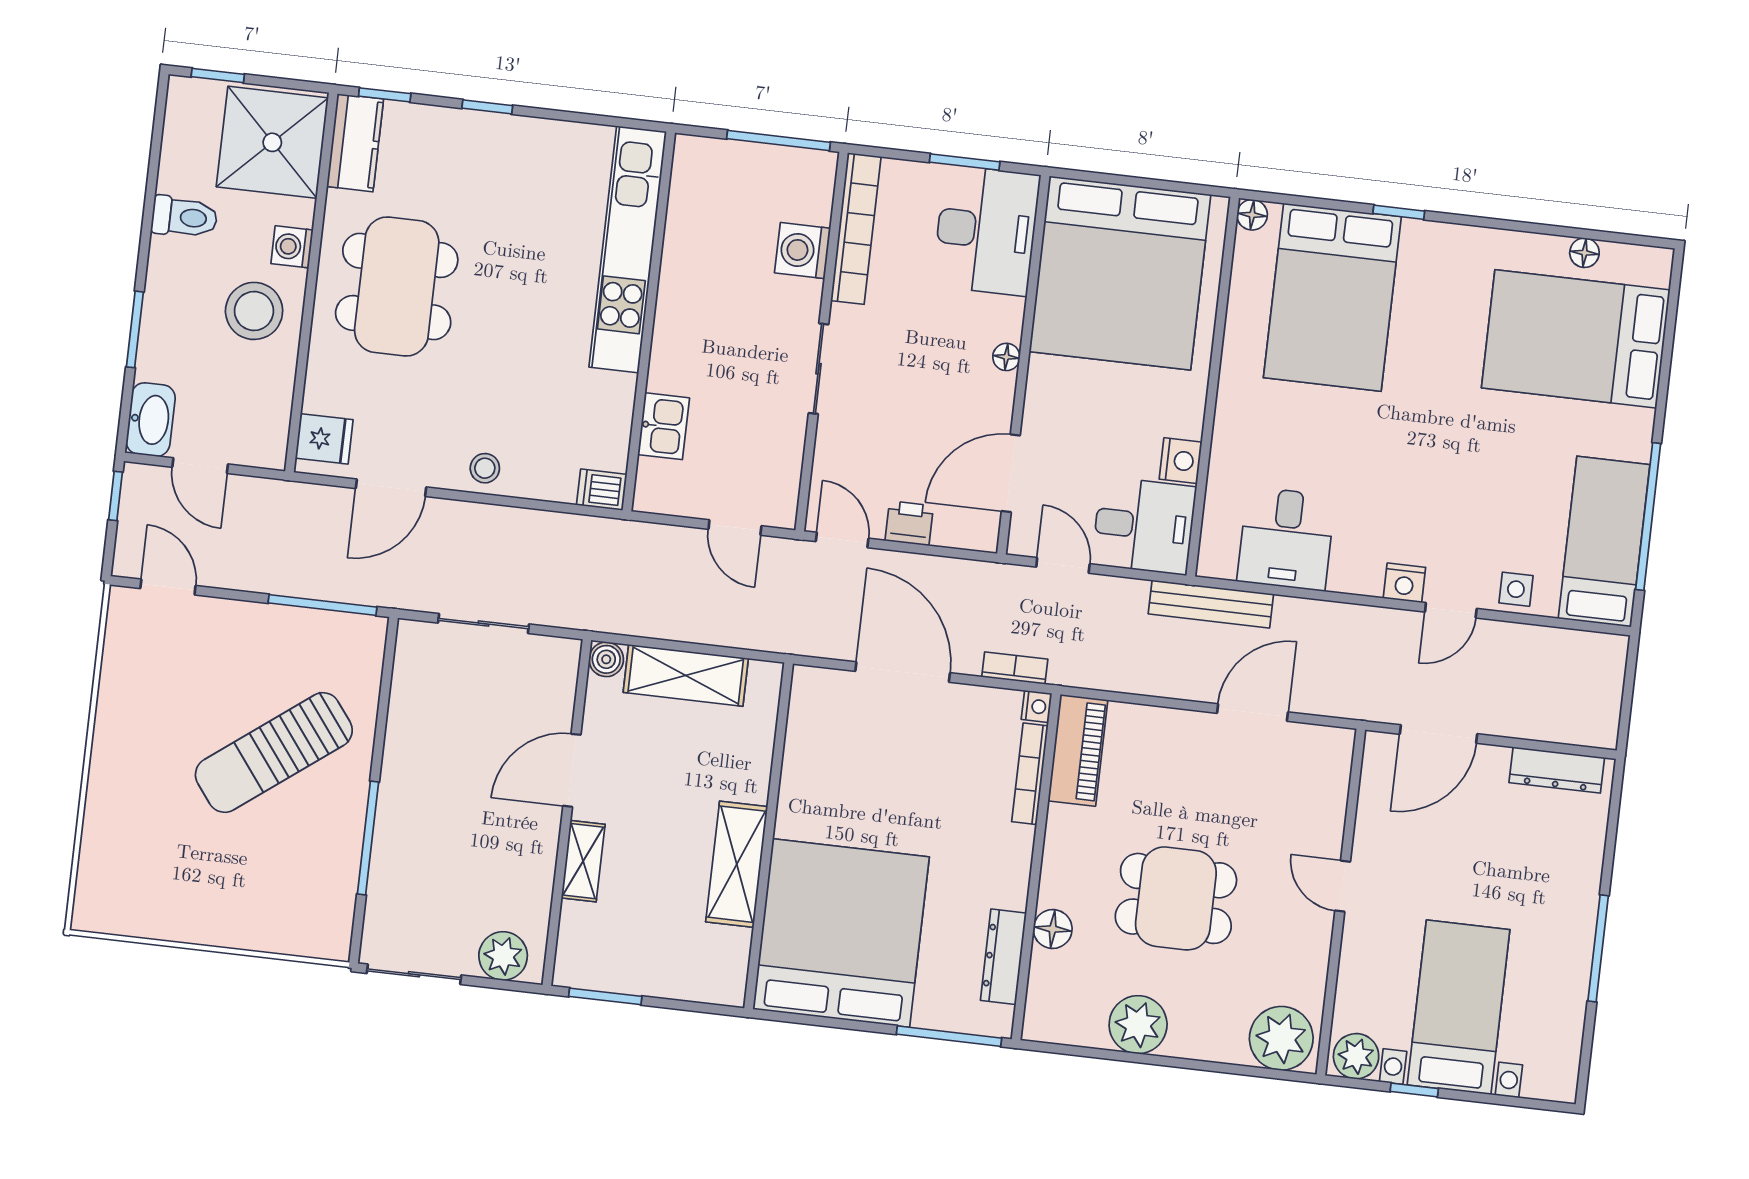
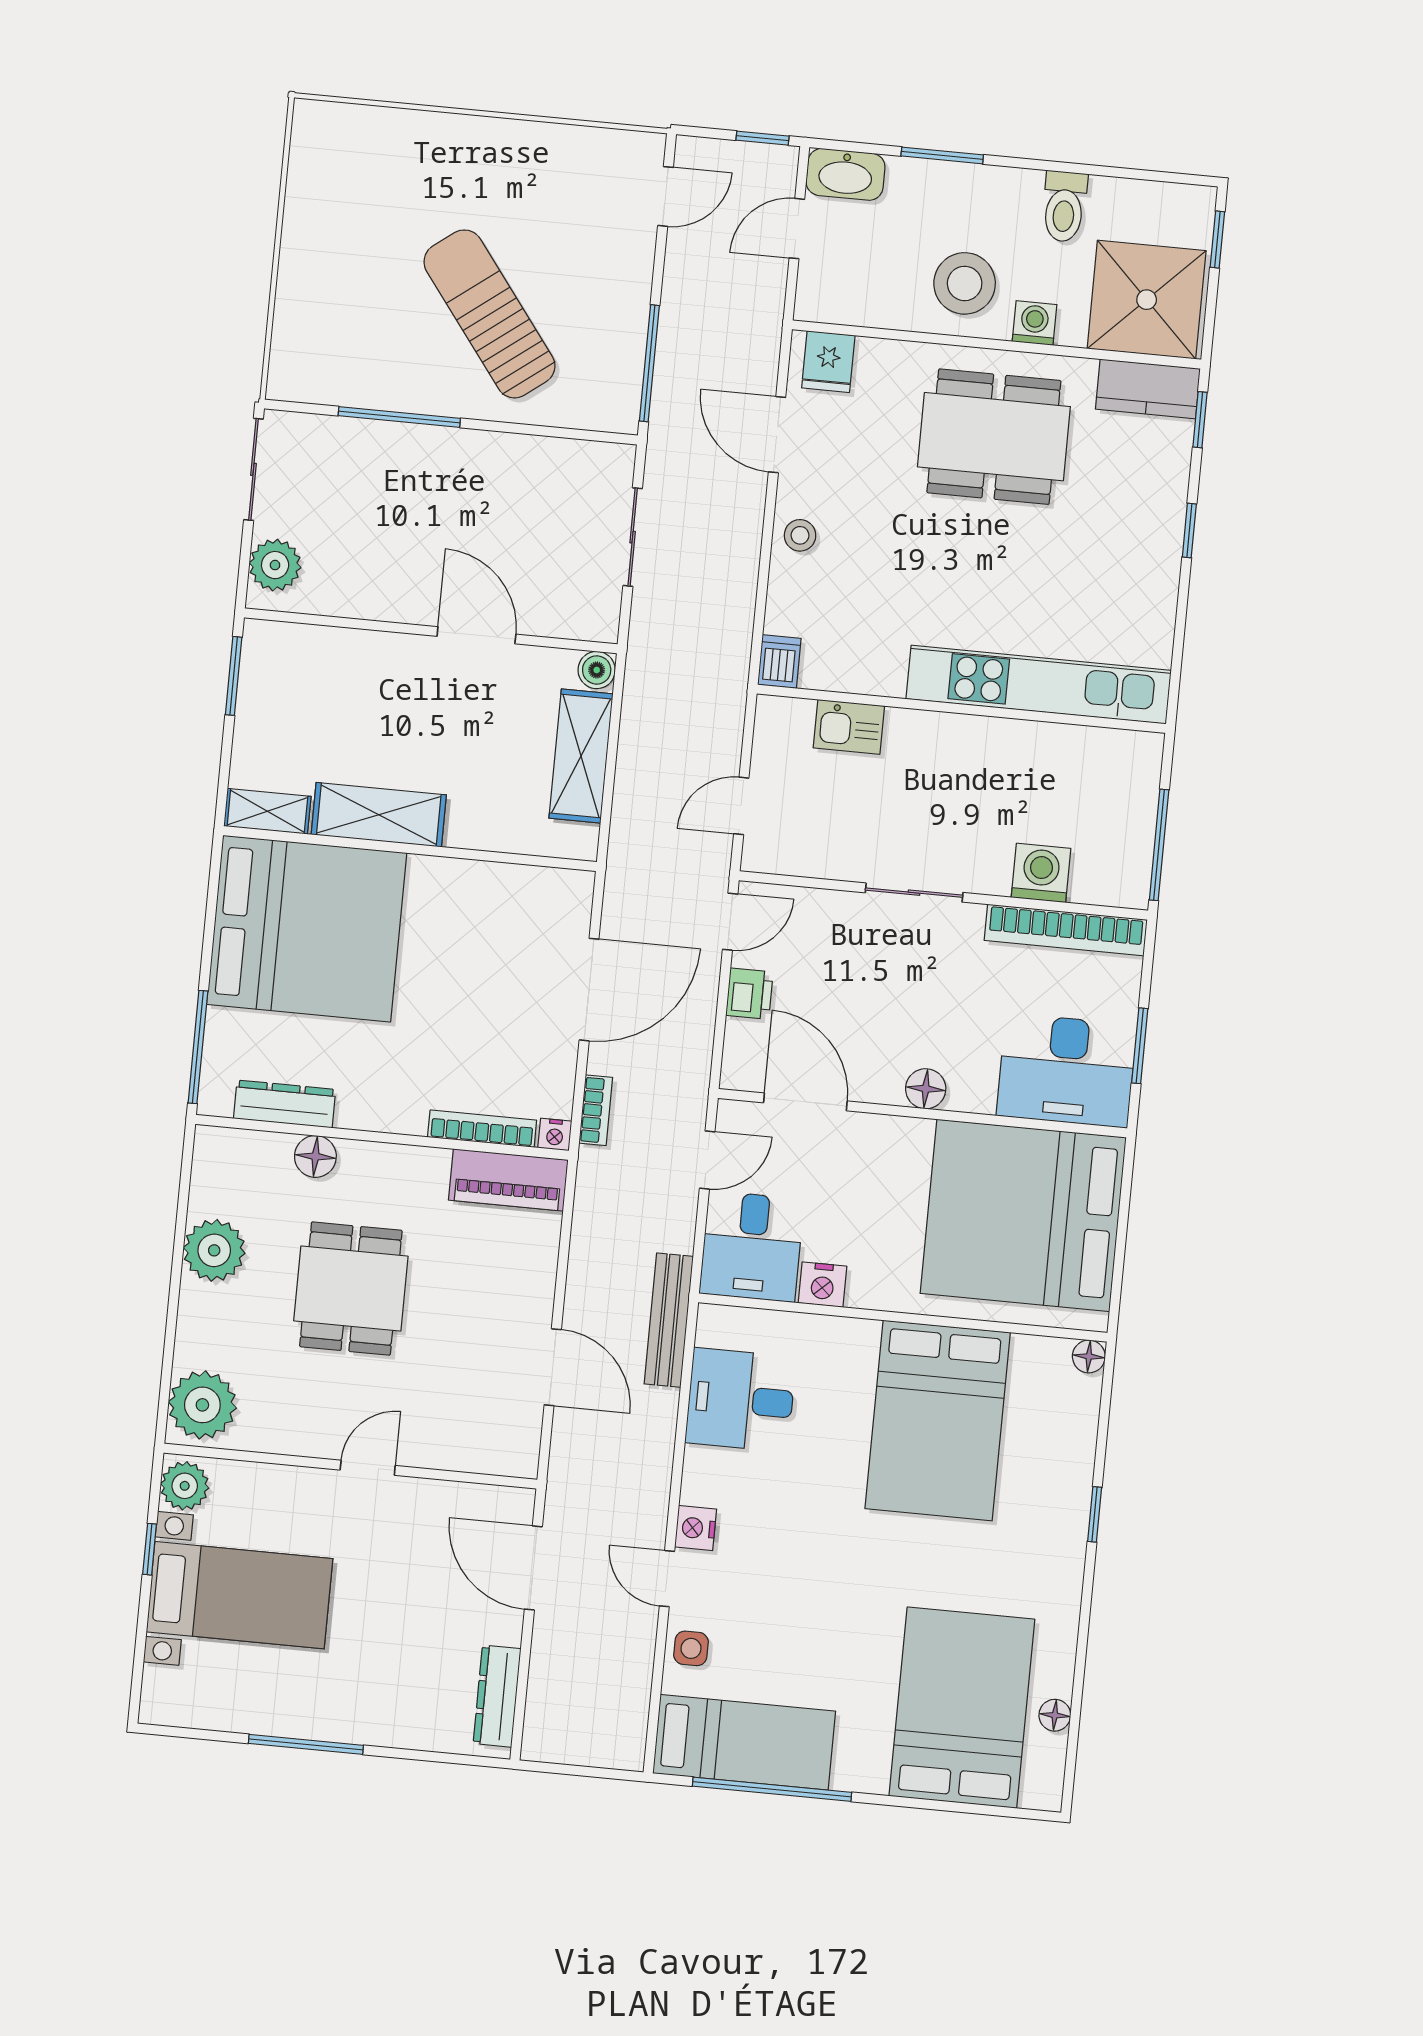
bed: (1332, 297) -> (938, 1421), moved, turned -90
floor lamp: (1006, 357) -> (926, 1089), width x1.37, depth x1.37
shelving: (583, 861) -> (267, 811), moved

